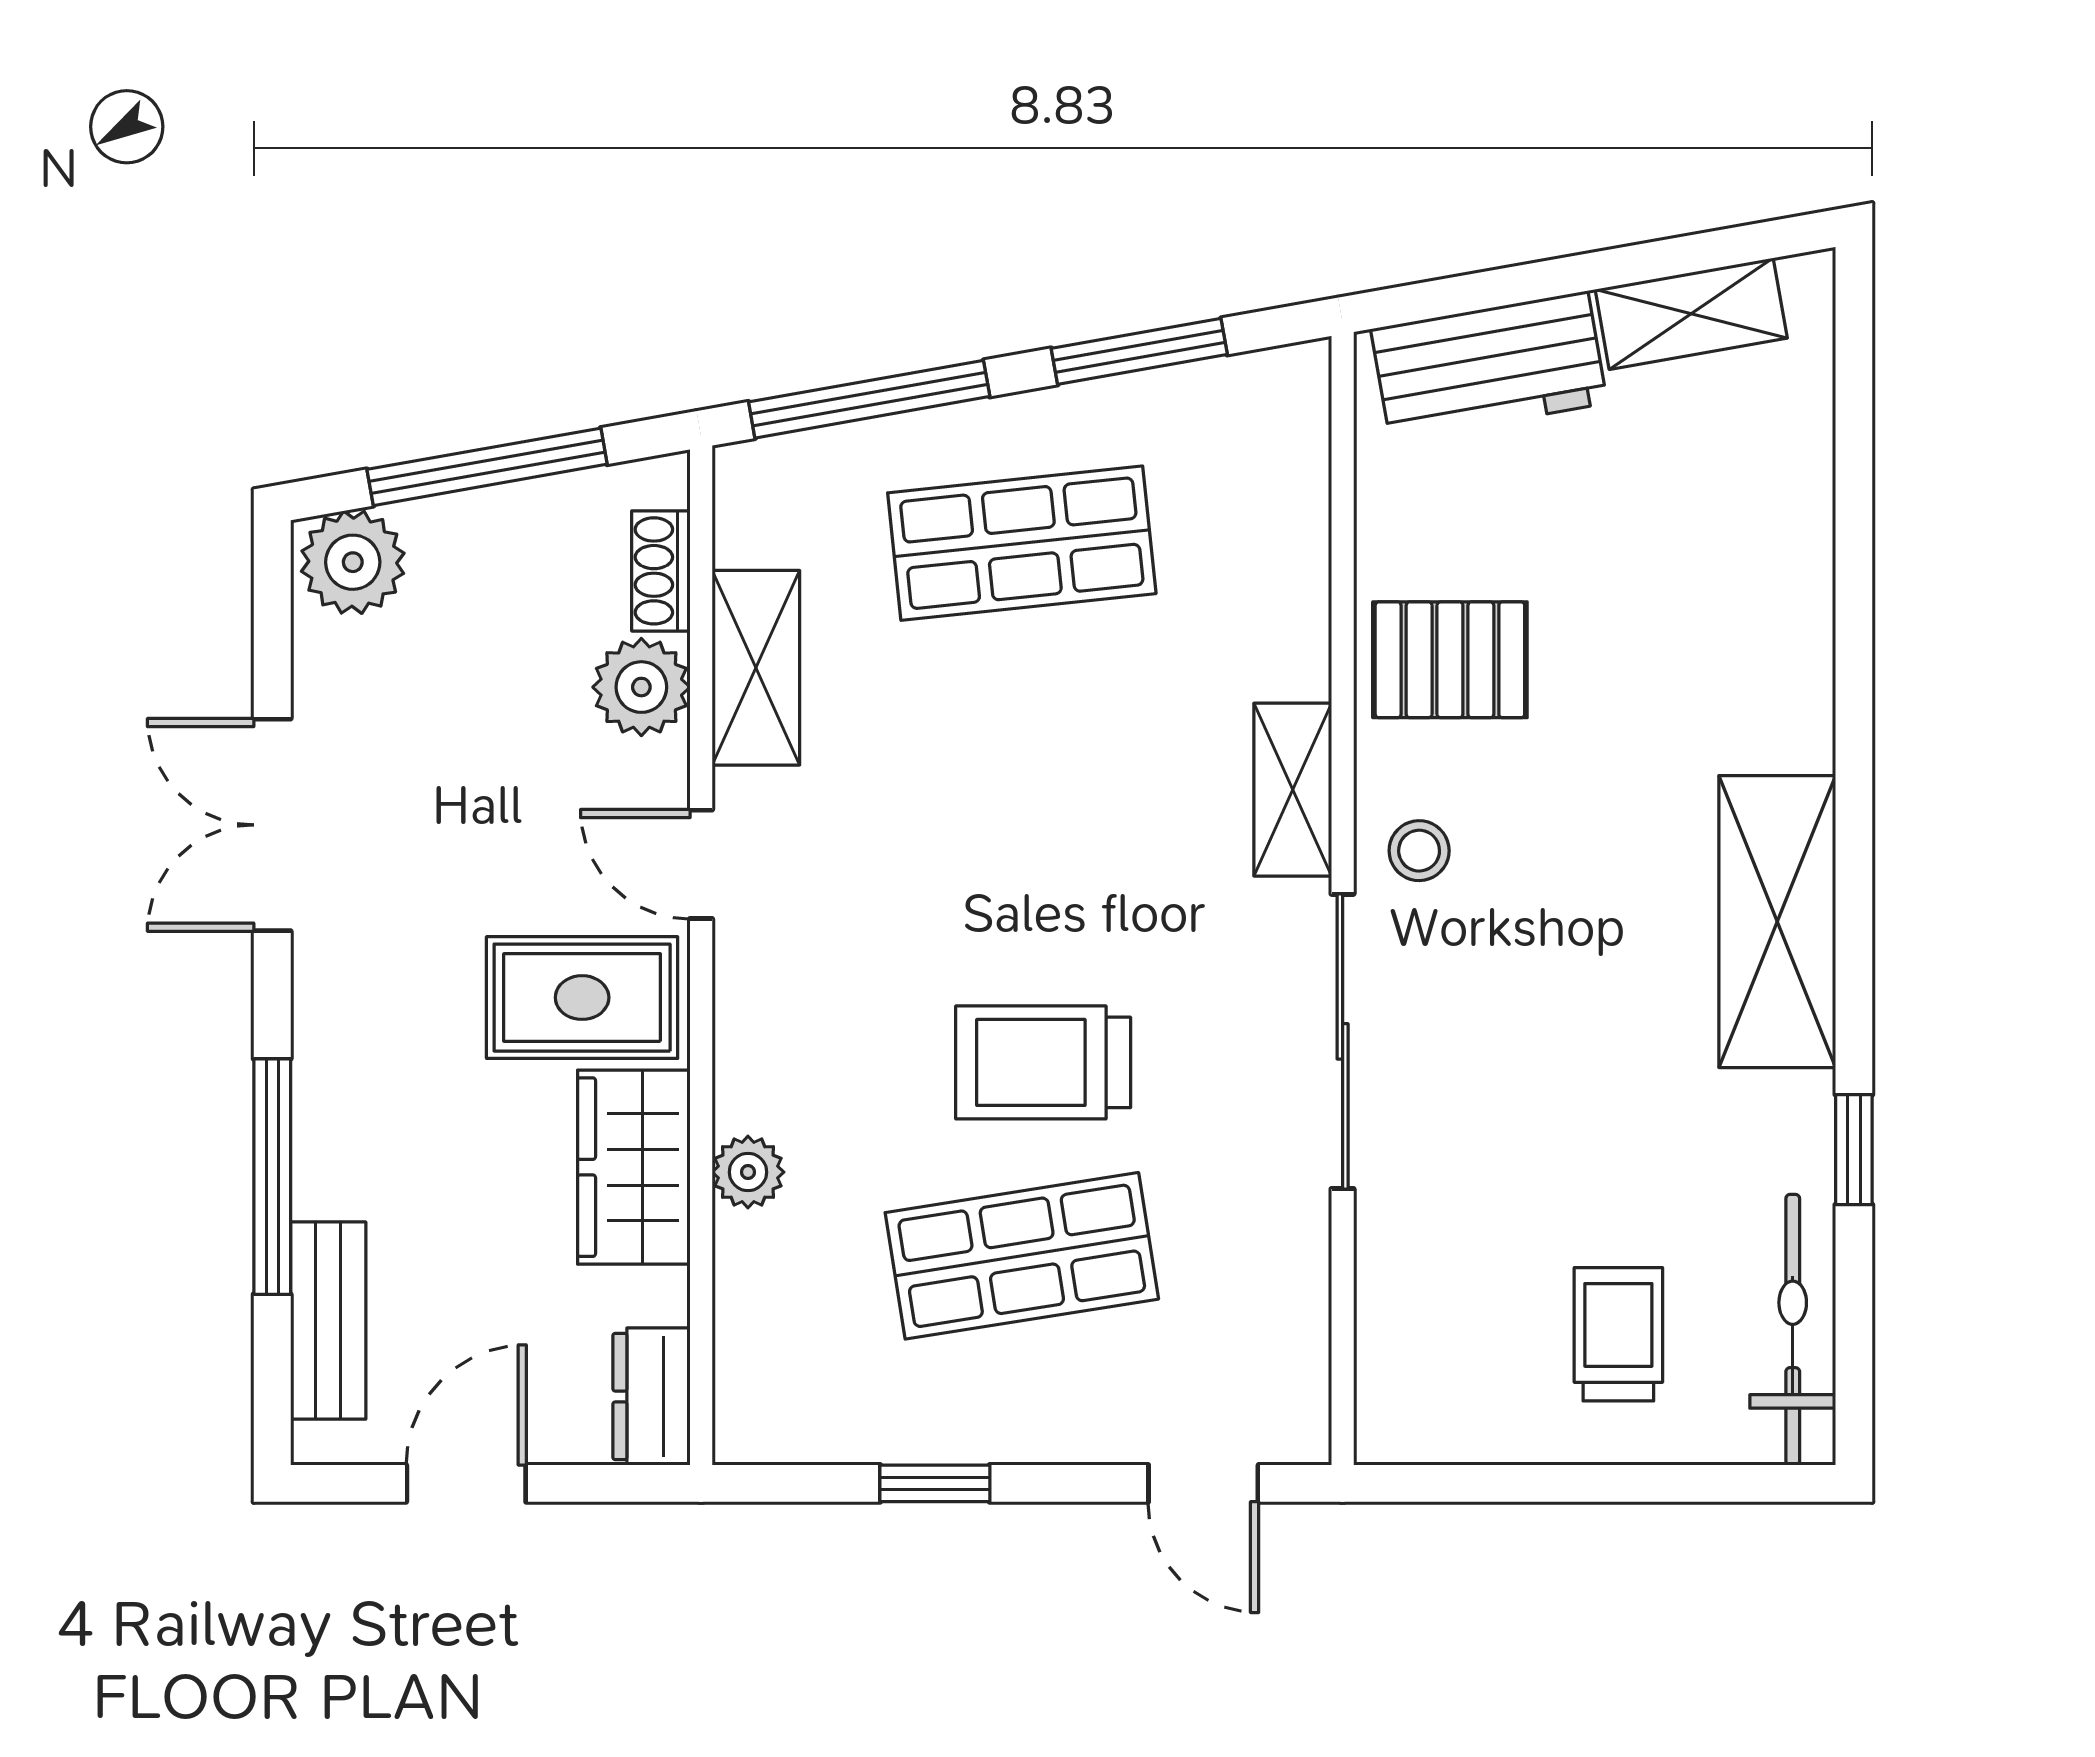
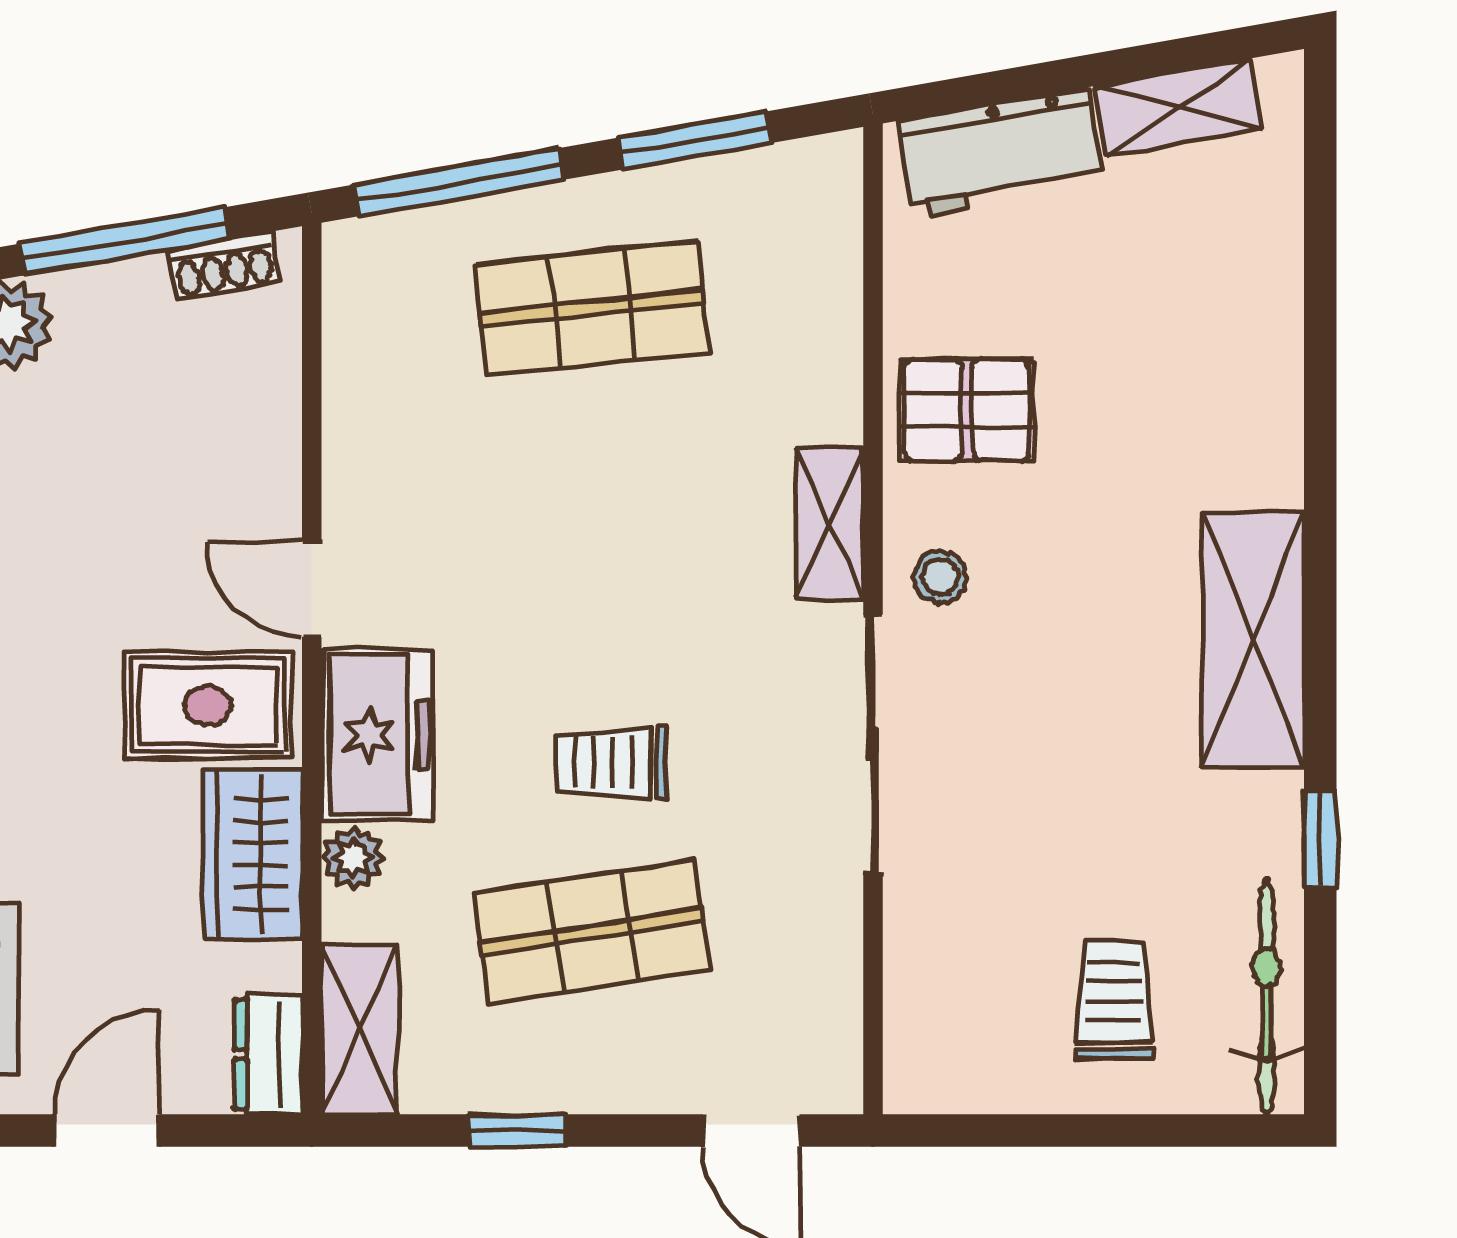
shoe rack: (661, 571) -> (224, 266), moved, turned -100
shelving: (756, 668) -> (360, 1029), moved
plant: (641, 687) -> (260, 434), removed
freezer: (776, 1031) -> (377, 735), added
trolley: (1043, 1062) -> (611, 762), width x0.73, depth x0.72

